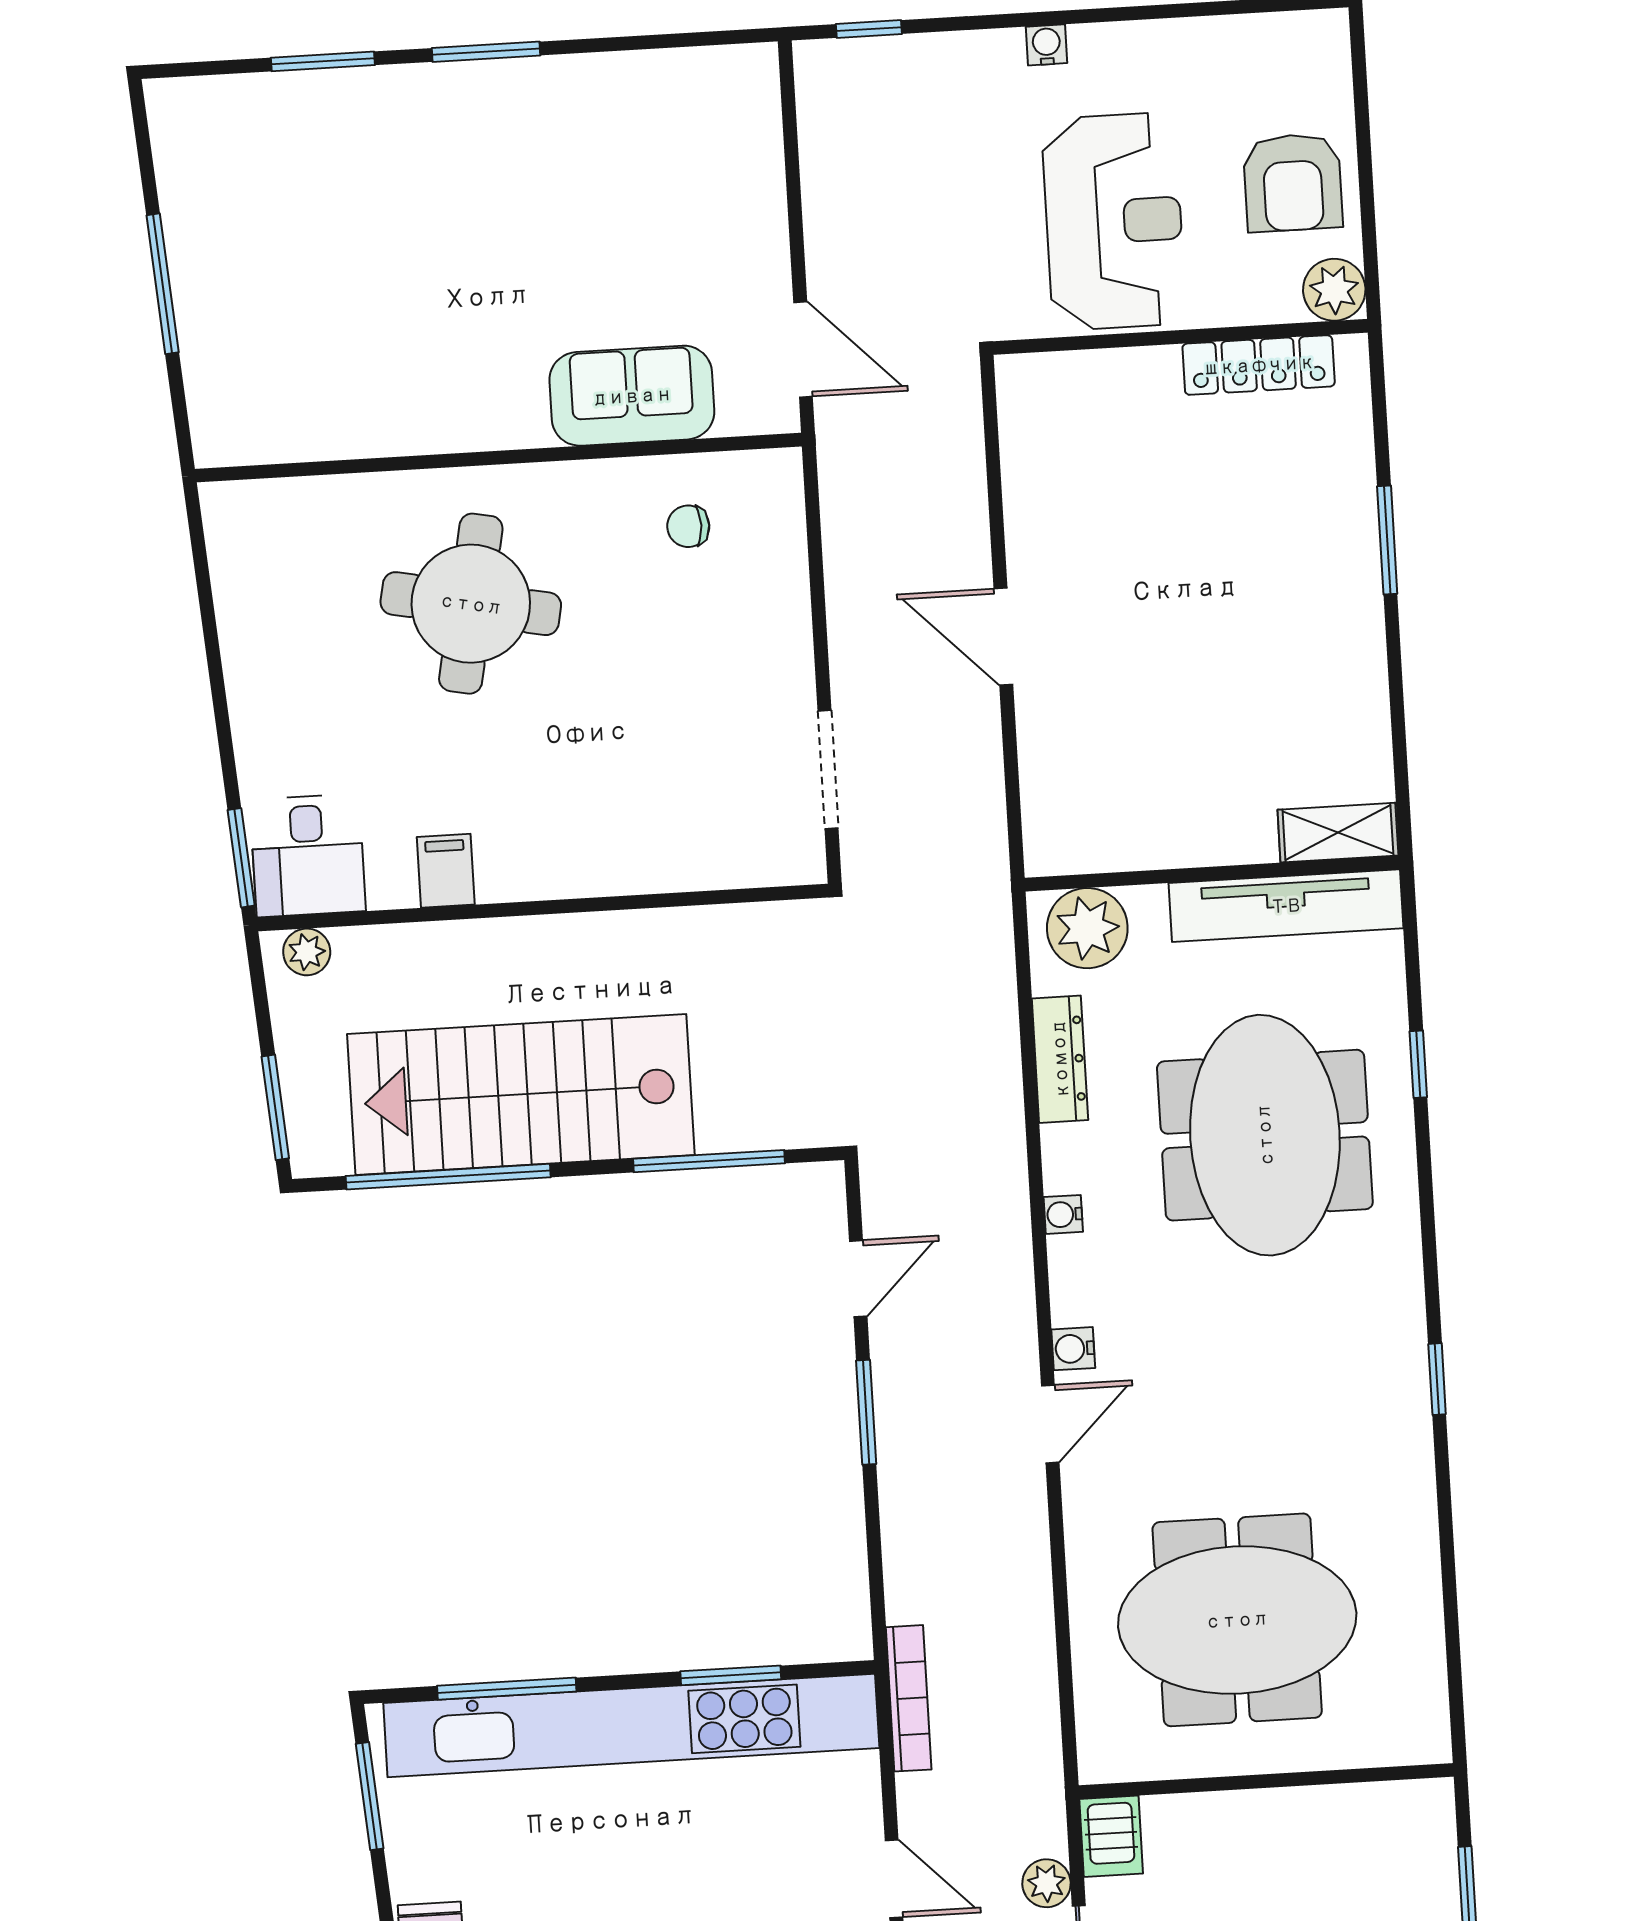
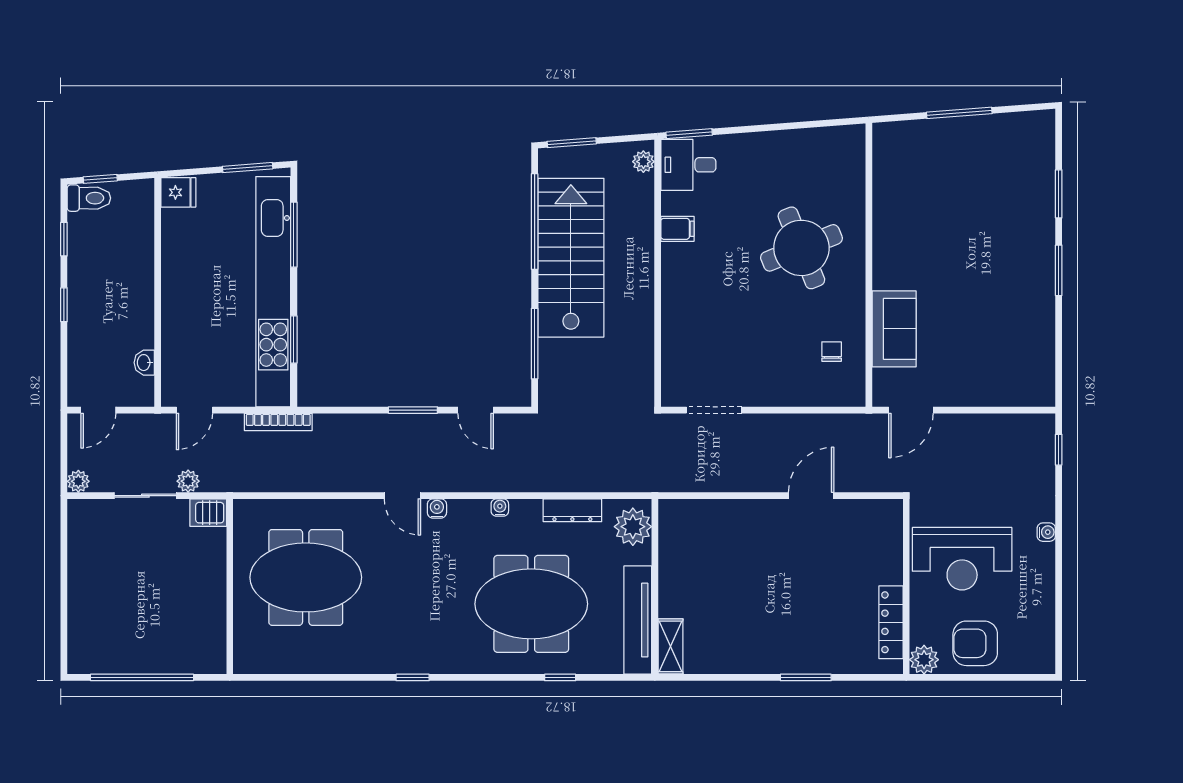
round table: (471, 604) -> (801, 248), turned -33
door: (1003, 637) -> (811, 496), moved
meeting table: (1237, 1620) -> (306, 577), turned 90

